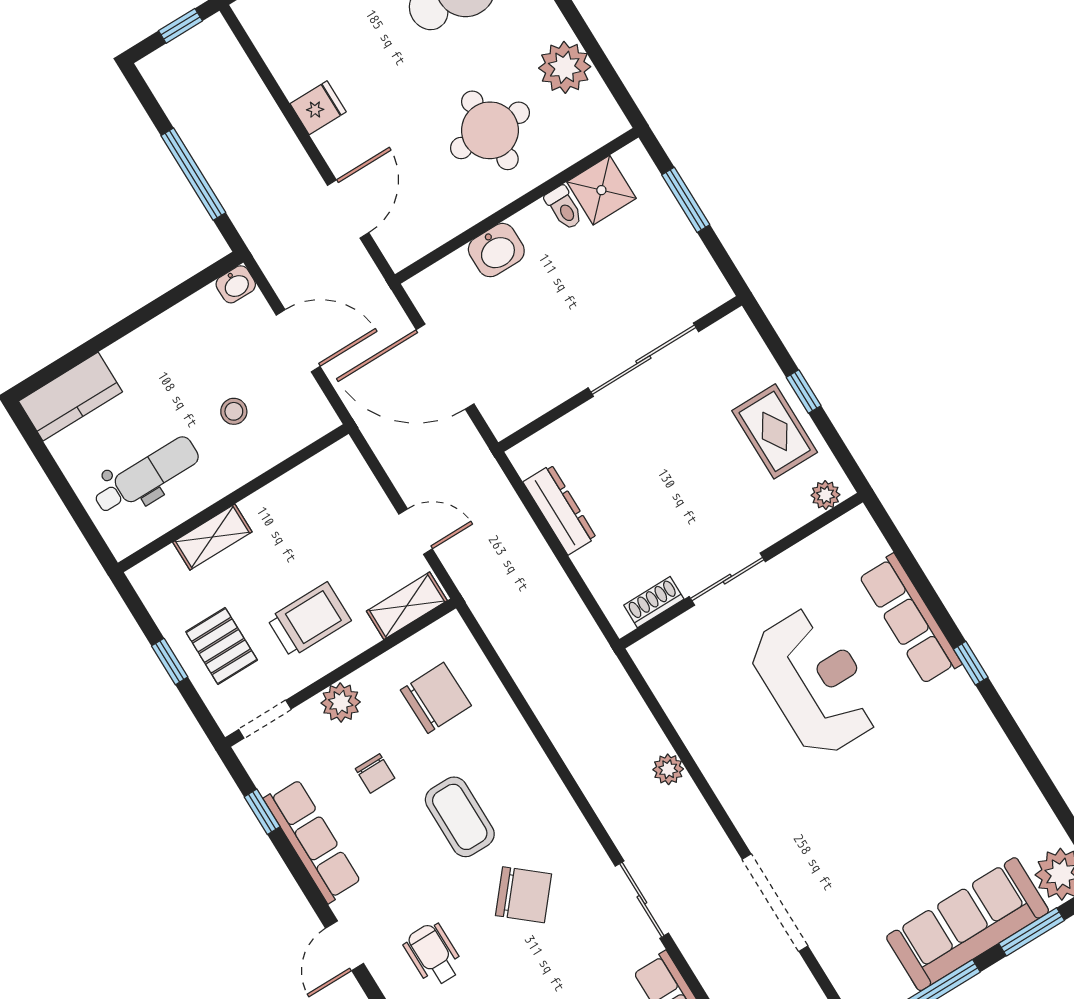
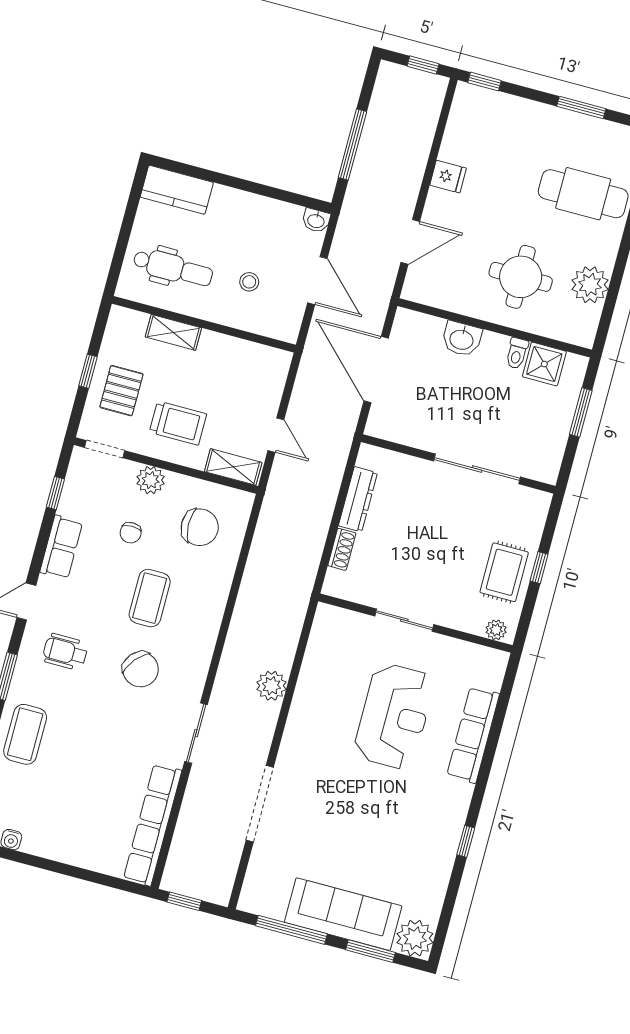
shoe rack: (654, 602) -> (342, 549), moved, turned 90
window: (971, 663) -> (466, 841), moved
plant: (668, 769) -> (271, 686), width x1.38, depth x1.38
row of seats: (312, 841) -> (61, 547), width x0.68
wheelchair: (433, 955) -> (65, 652), turned -90

